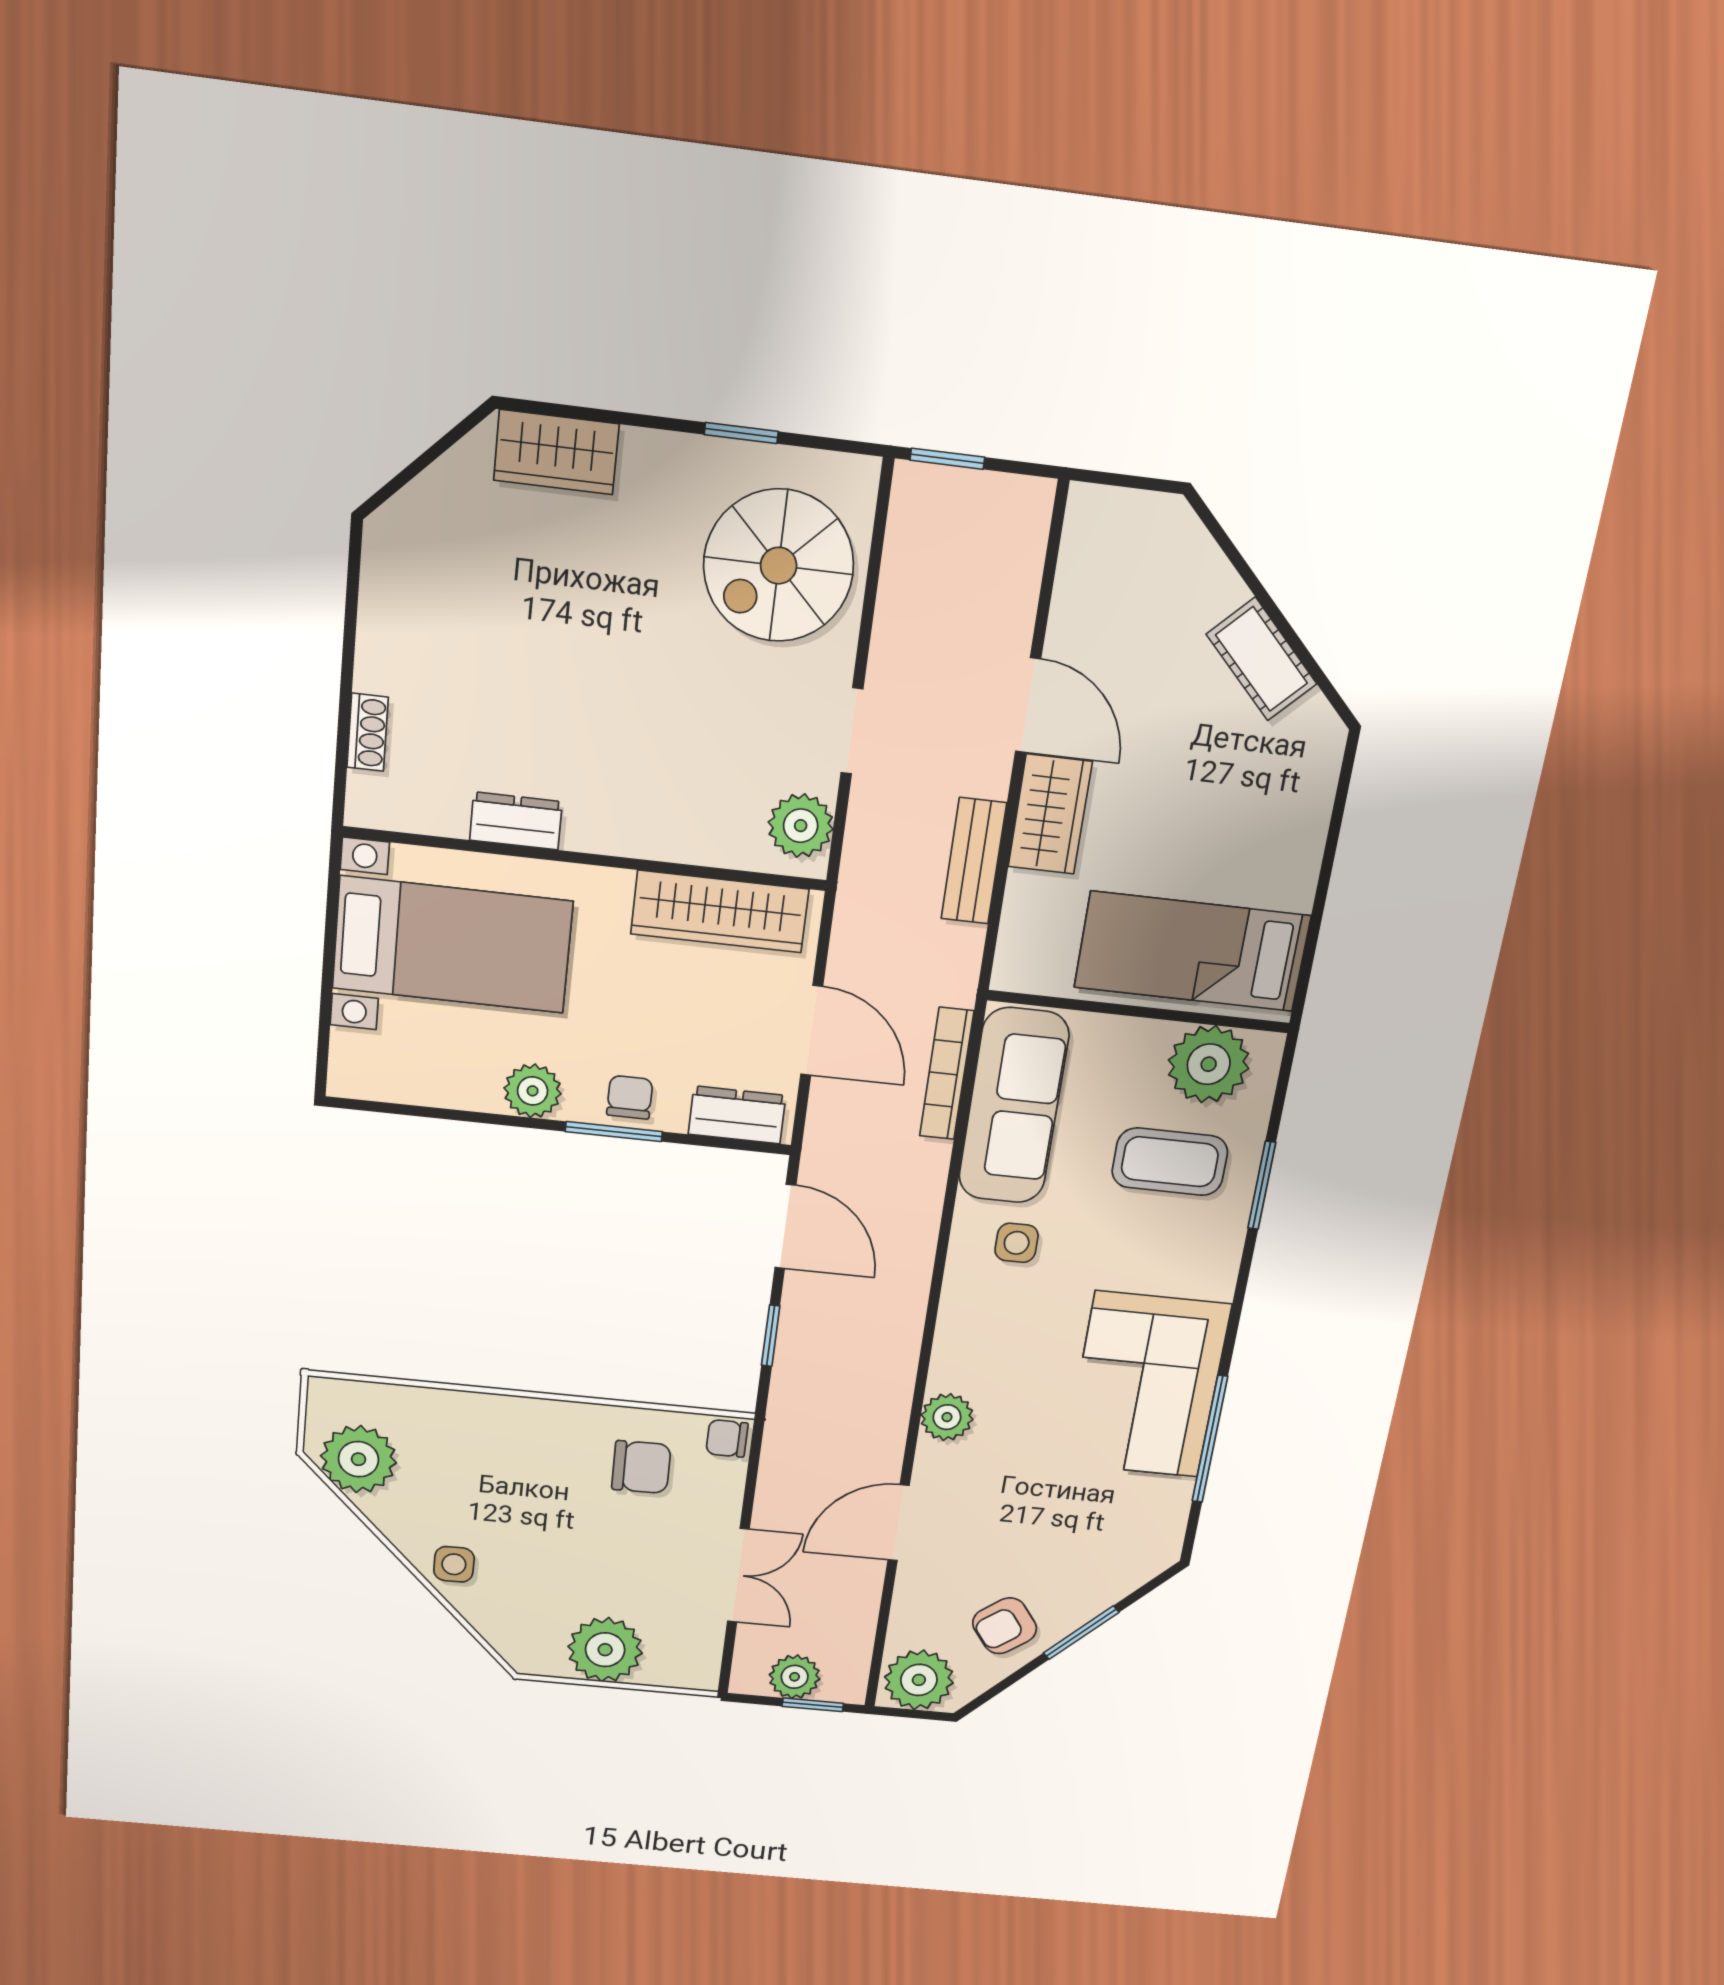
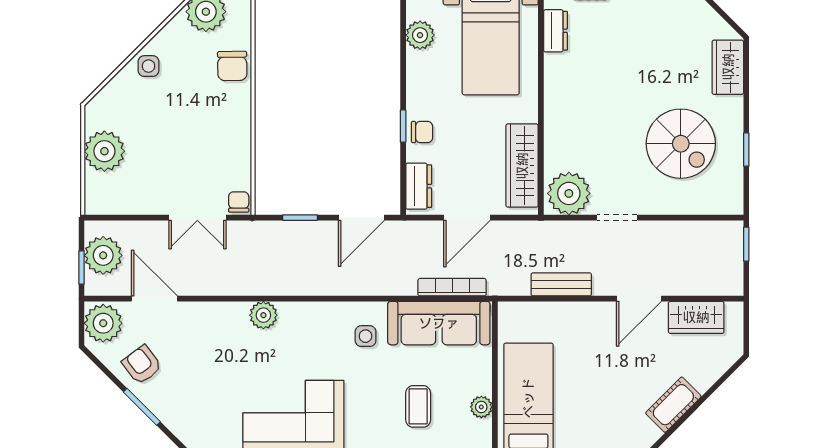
spiral stairs: (779, 566) -> (681, 144), moved, turned 180
wardrobe: (1050, 814) -> (696, 317), moved
dresser: (516, 821) -> (555, 31), moved
plant: (801, 826) -> (569, 193), width x1.36, depth x1.36
plant: (1209, 1064) -> (481, 407), width x0.53, depth x0.53
plant: (533, 1091) -> (420, 35), moved
window: (614, 1132) -> (403, 126), width x0.67
coffee table: (1170, 1162) -> (418, 406), width x0.73, depth x0.77
chair: (641, 1467) -> (232, 66), moved
door: (899, 1523) -> (154, 299), moved
double door: (738, 1576) -> (197, 218), moved
plant: (795, 1677) -> (103, 255), width x1.36, depth x1.36

